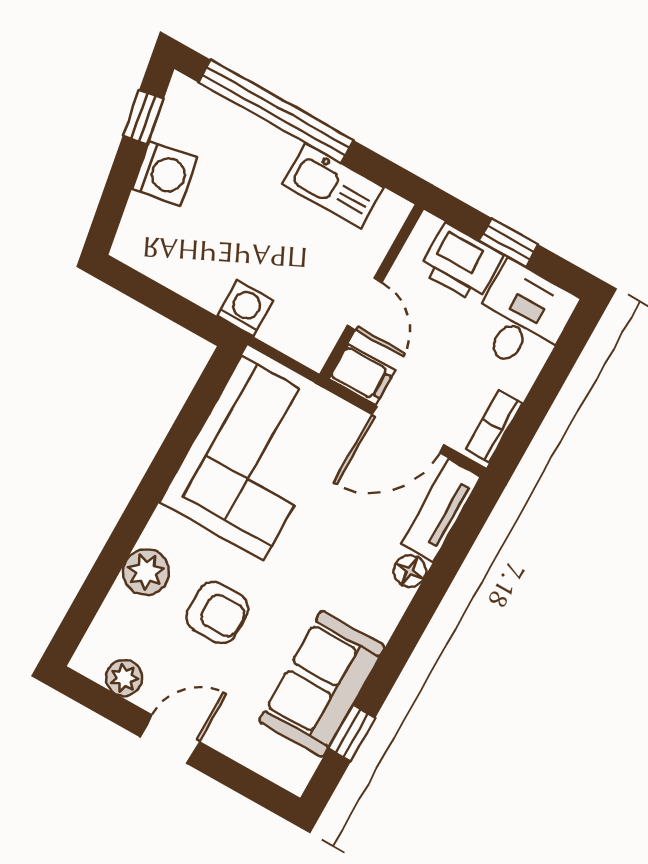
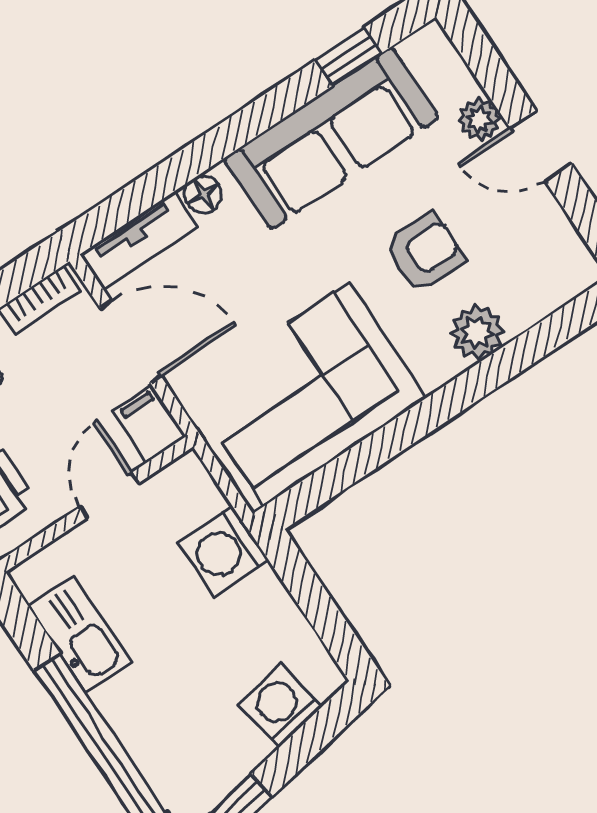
washing machine: (164, 173) -> (280, 706), moved
washing machine: (245, 308) -> (223, 551), width x1.38, depth x1.38
armchair: (217, 613) -> (425, 252), turned 90
plant: (124, 678) -> (479, 120), moved
sofa: (322, 684) -> (331, 138), width x1.36

